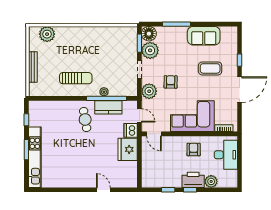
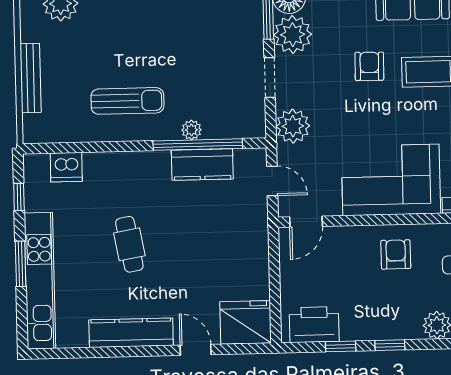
armchair: (171, 82) -> (369, 66), moved
cafe table: (85, 120) -> (129, 244), moved
dishwasher: (131, 130) -> (66, 167), moved, turned -90
door: (154, 134) -> (306, 222), hinge flipped
fridge: (128, 149) -> (246, 322), moved, turned 90
printer: (193, 180) -> (314, 325), moved
kitchen counter: (75, 181) -> (131, 333), added

